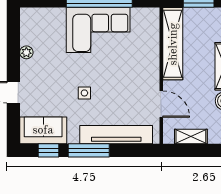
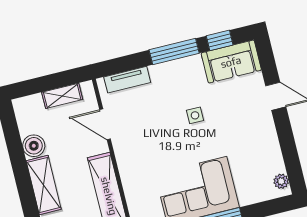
plant: (26, 52) -> (281, 181), moved
tv unit: (116, 135) -> (127, 80), width x0.52, depth x0.78

